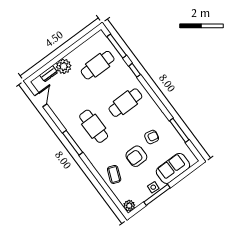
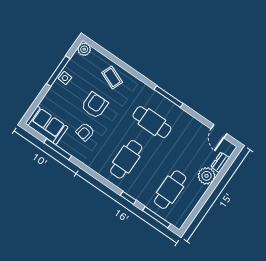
sofa: (173, 168) -> (47, 125), moved, turned -90

